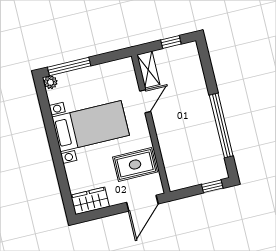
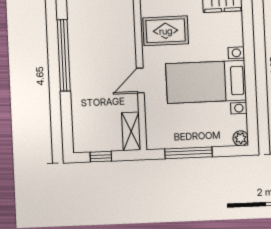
window: (69, 66) -> (188, 153), moved
door: (145, 101) -> (140, 81), moved

